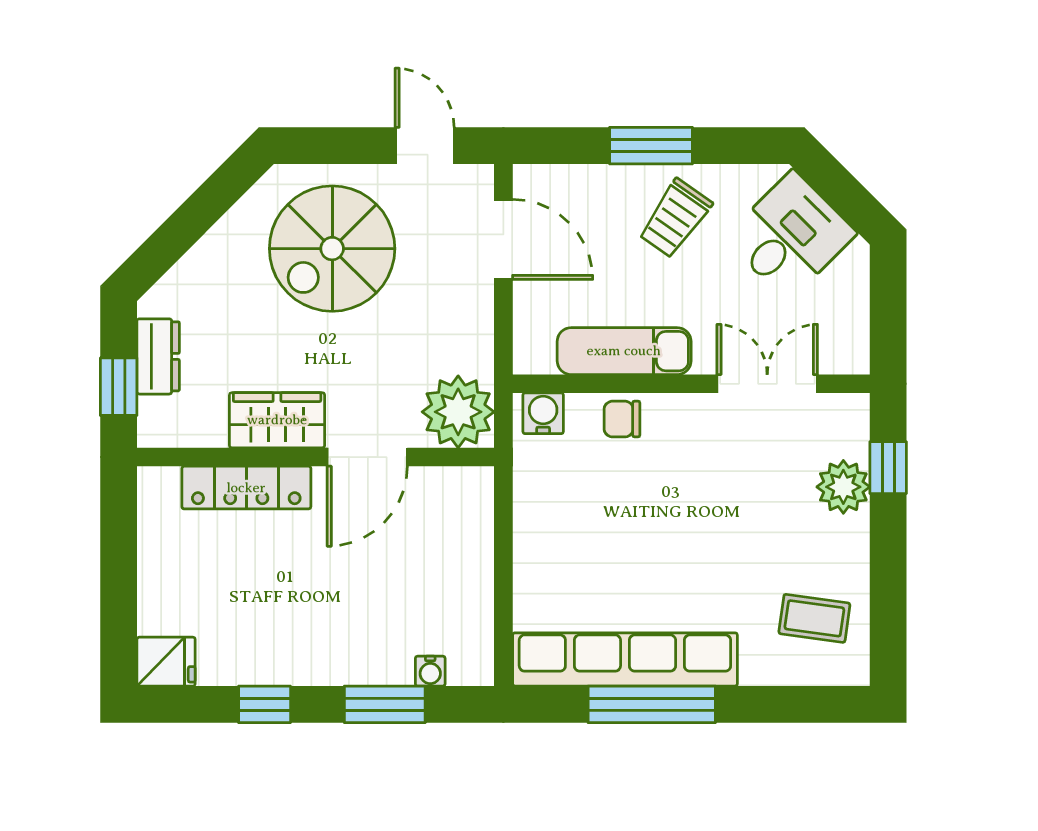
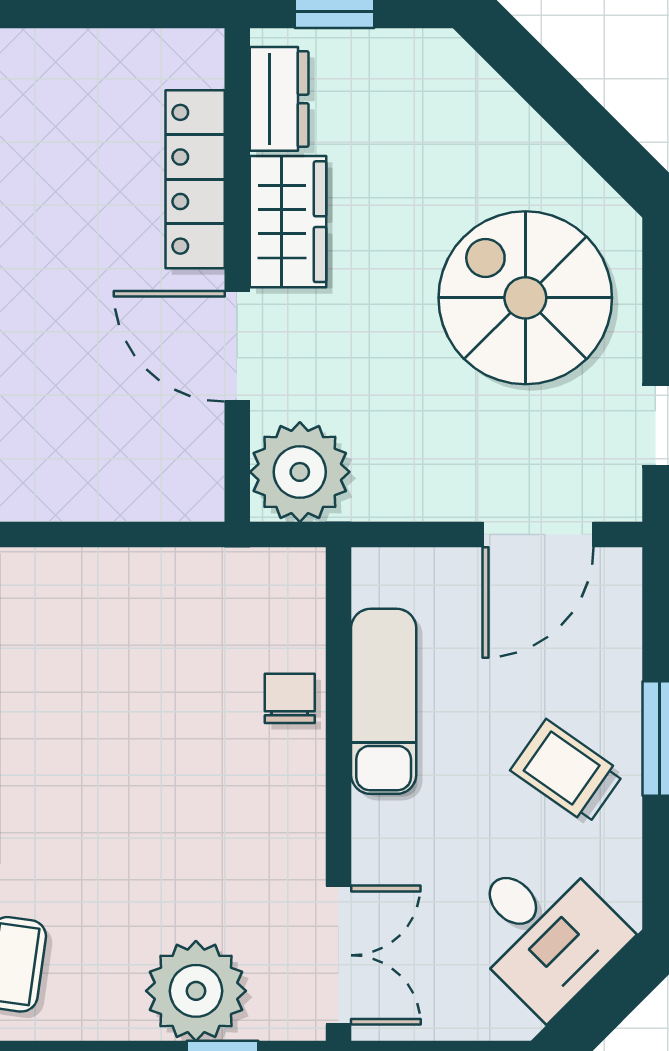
dresser: (158, 356) -> (279, 99), moved, turned -90
double door: (767, 384) -> (339, 955), moved
water cooler: (543, 413) -> (298, 589), removed
plant: (843, 487) -> (196, 991), width x1.36, depth x1.36

